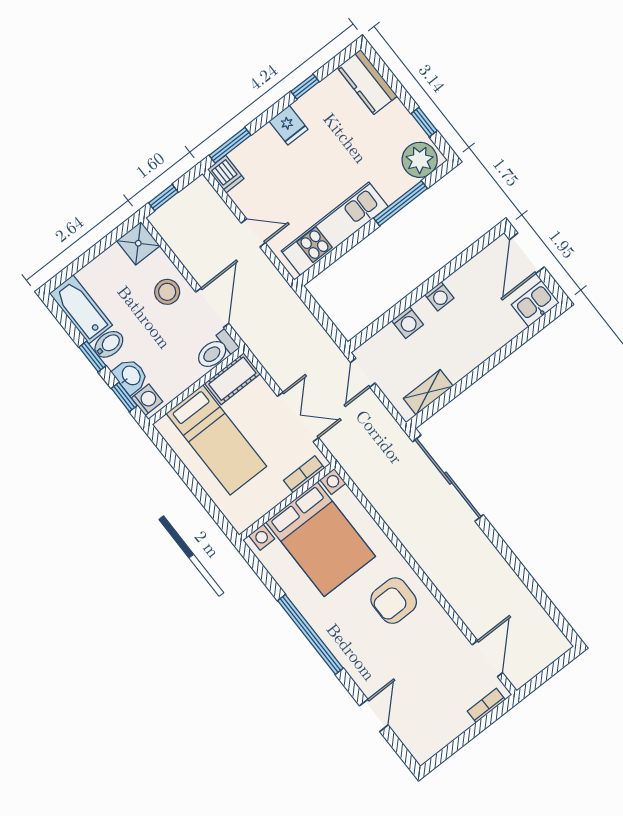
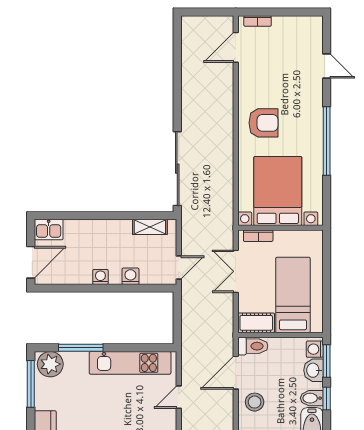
window: (424, 122) -> (31, 384), width x2.17
door: (253, 233) -> (179, 397), hinge flipped
window: (124, 397) -> (327, 361), width x1.50
door: (374, 715) -> (327, 66), swing flipped

